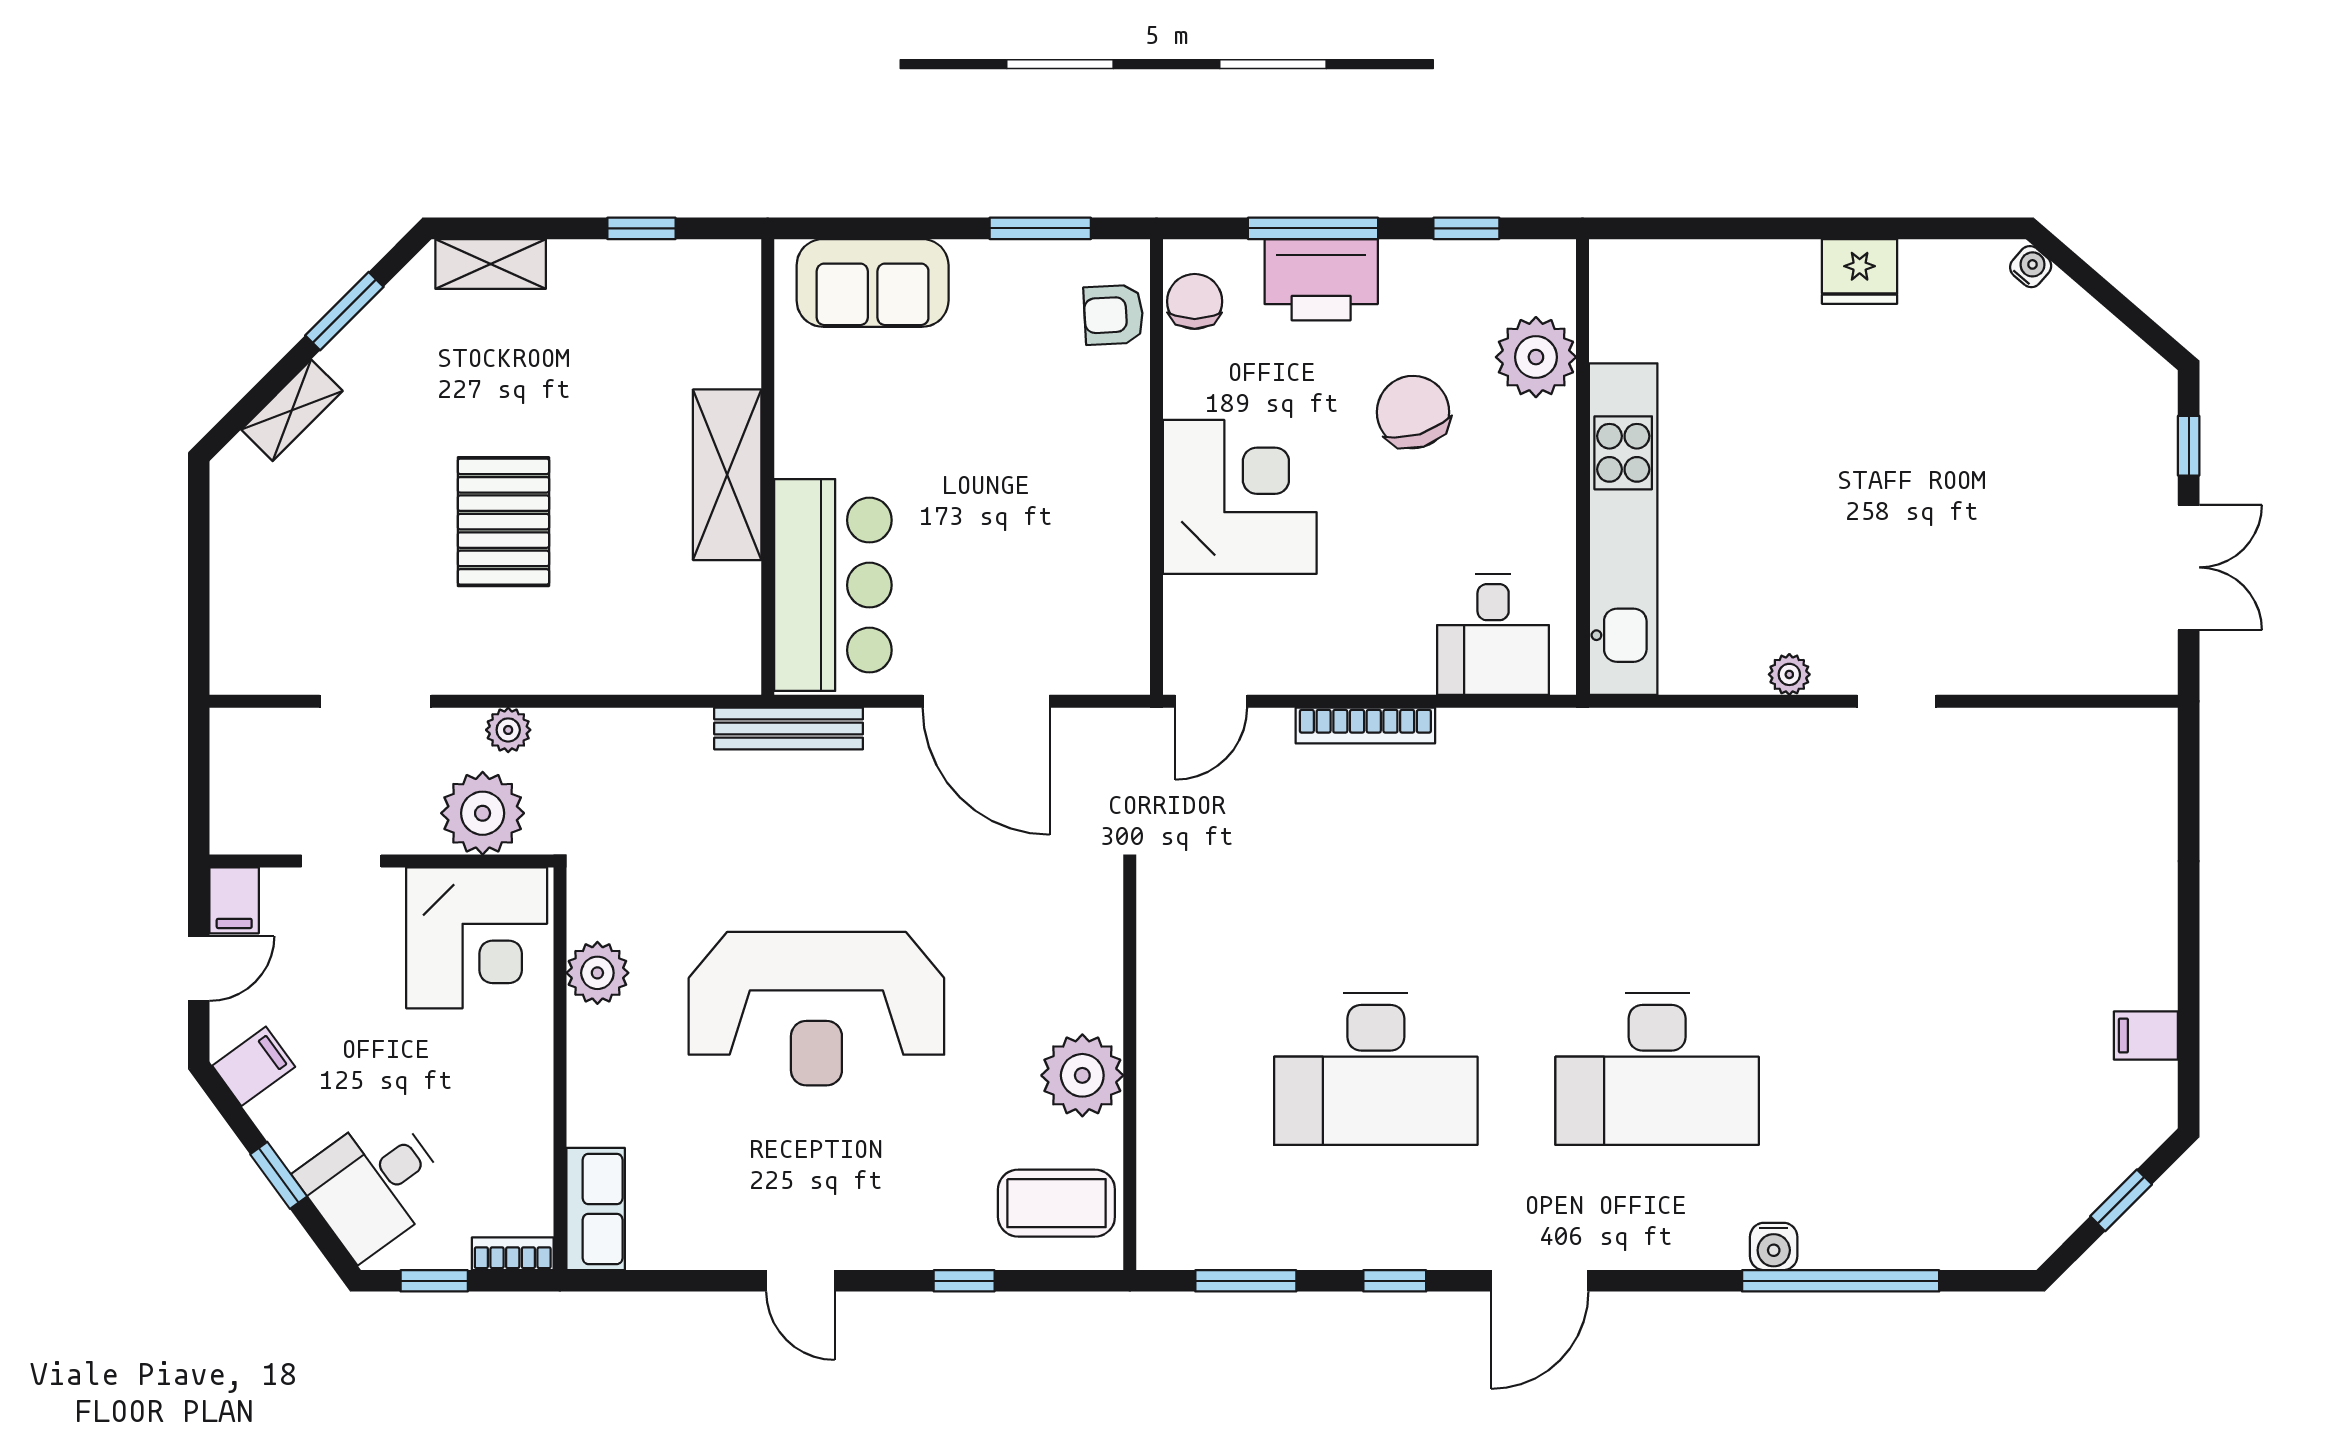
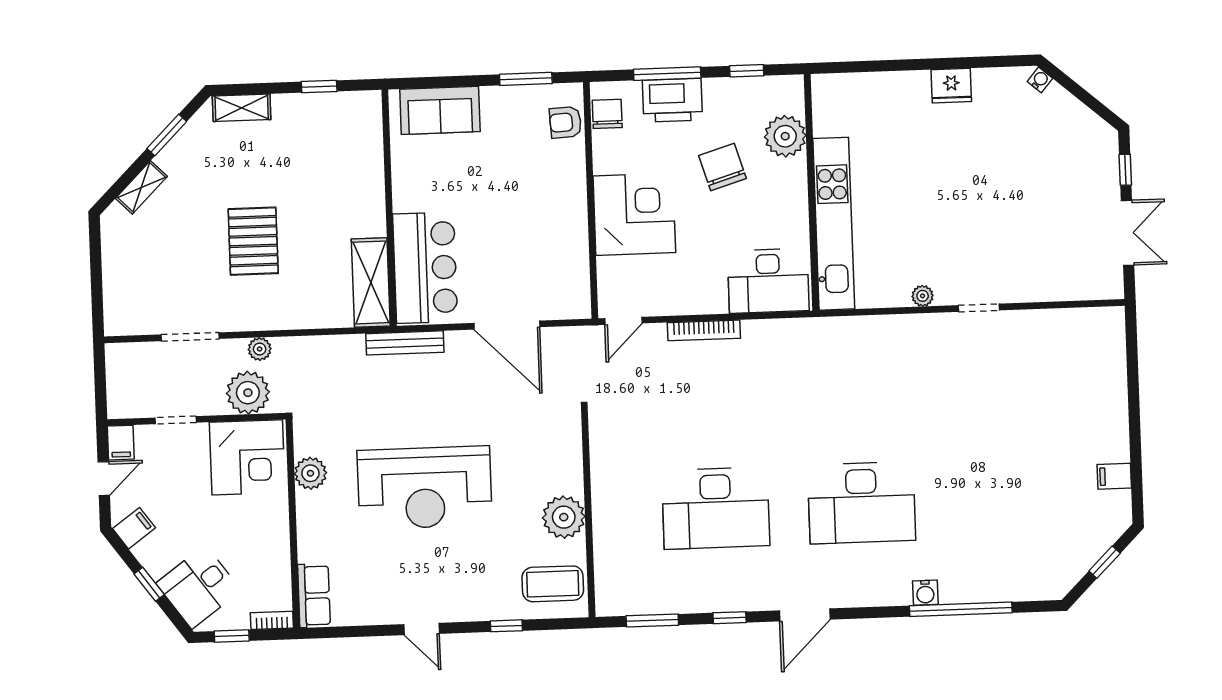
shelving: (727, 475) -> (371, 282), moved
desk: (1493, 635) -> (768, 281), width x1.37

